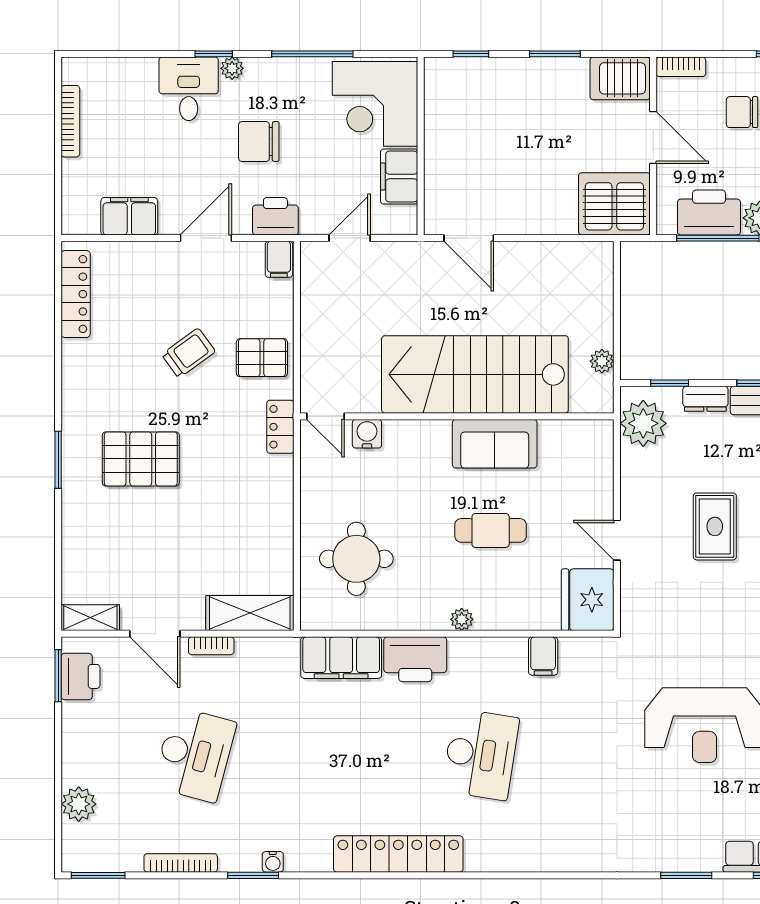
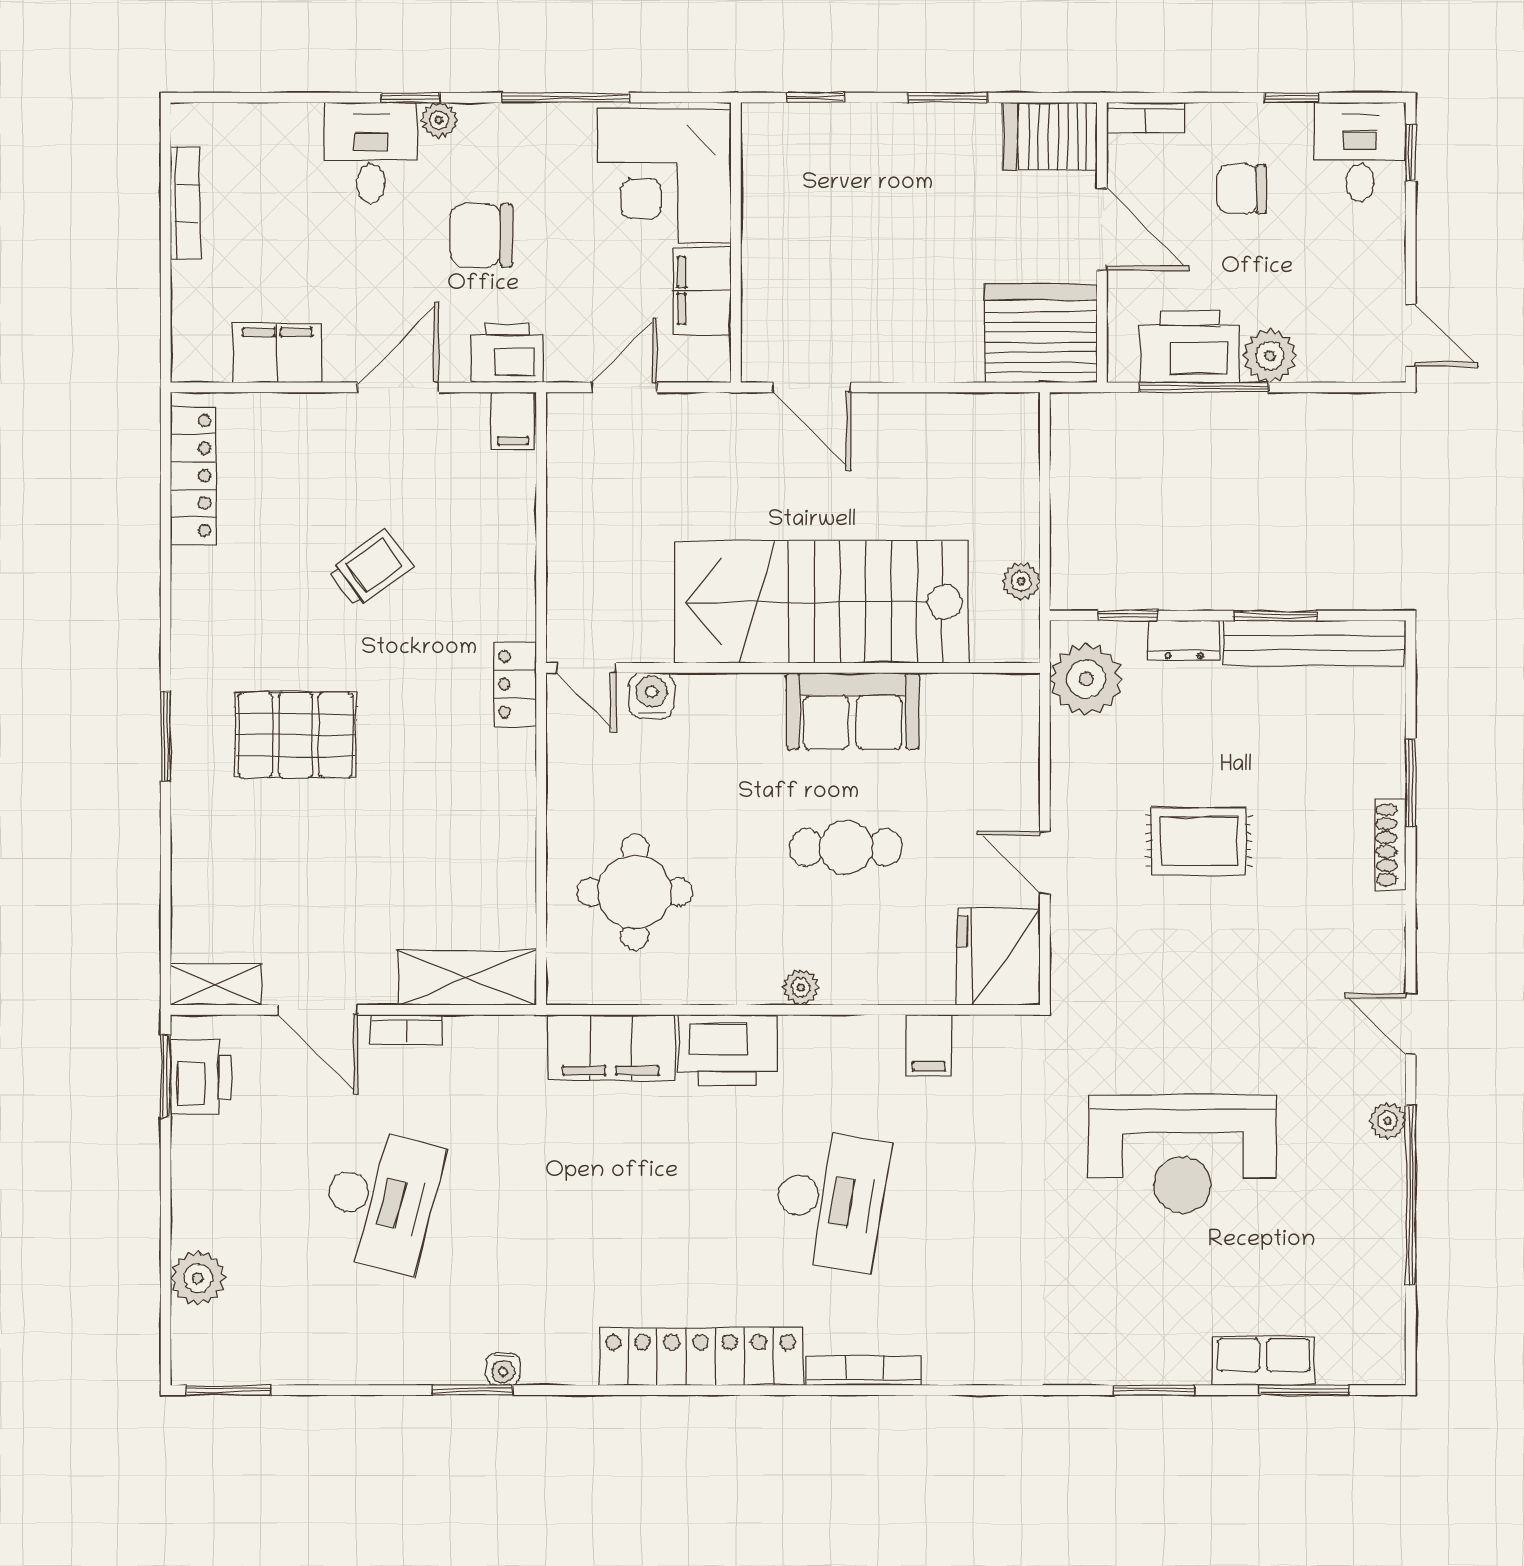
pallet: (262, 358) -> (486, 576), removed
rug: (715, 526) -> (1199, 841), turned 90
bookcase: (181, 863) -> (864, 1371), moved

